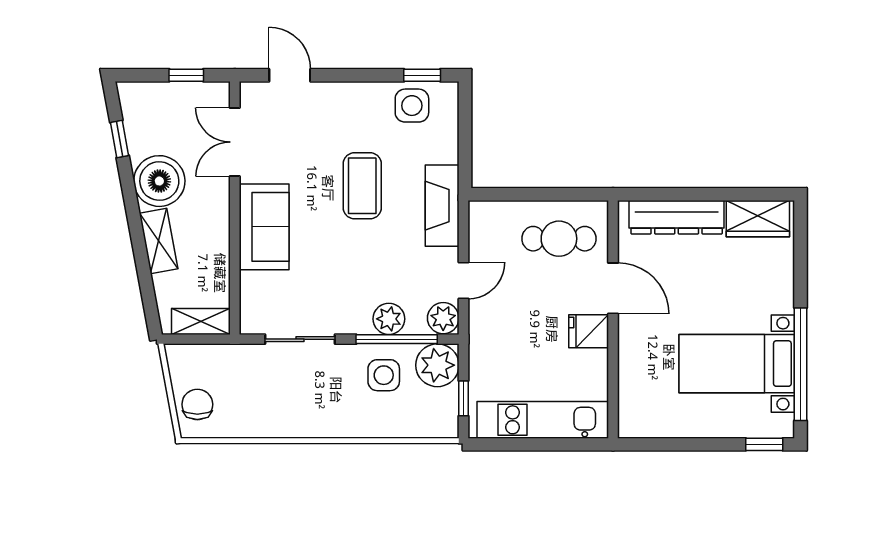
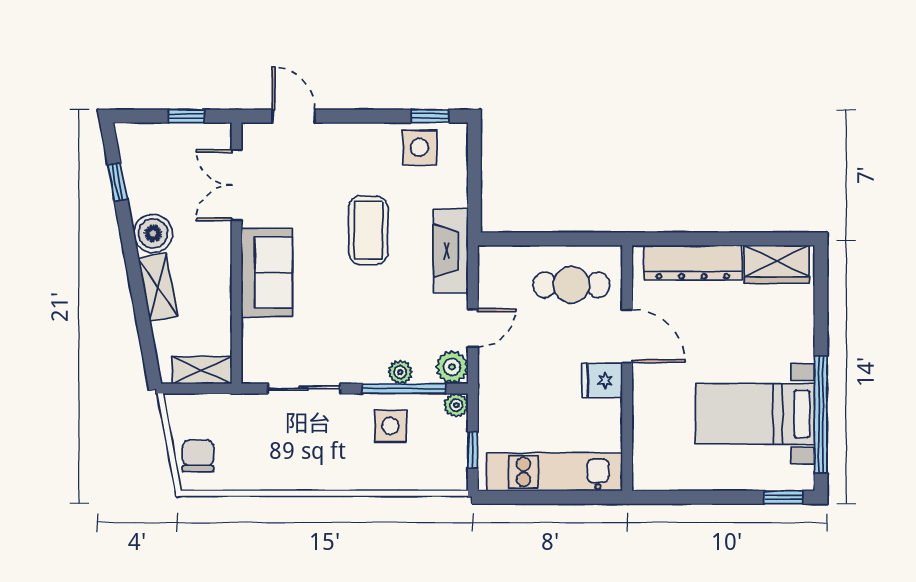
boiler: (159, 181) -> (153, 234), width x0.73, depth x0.73
plant: (389, 319) -> (400, 372), width x0.73, depth x0.73
plant: (437, 365) -> (456, 405), width x0.53, depth x0.53

